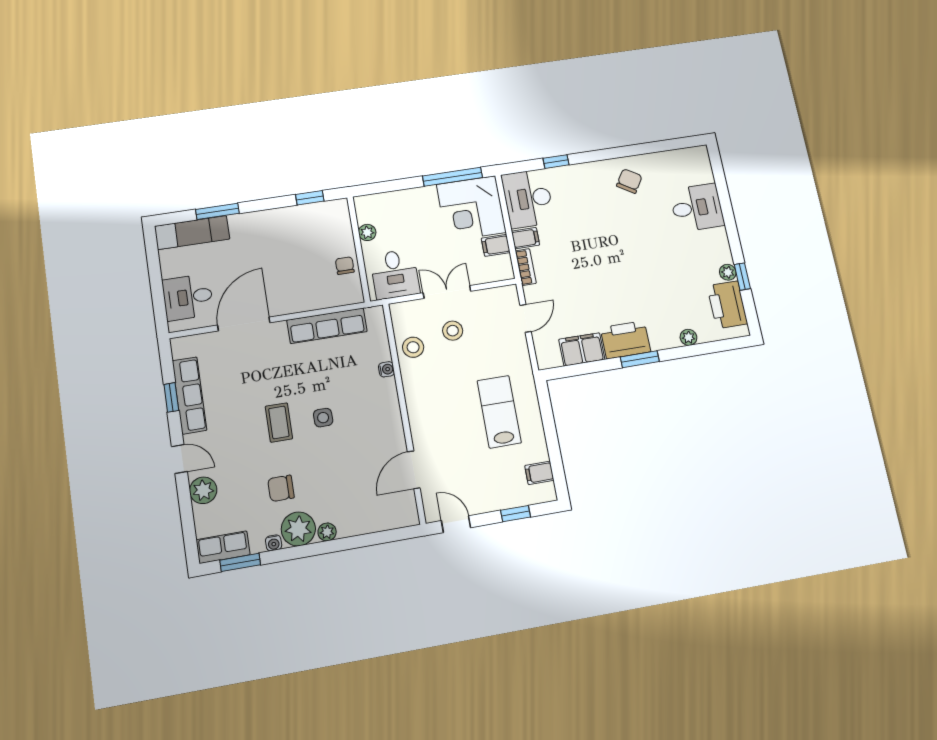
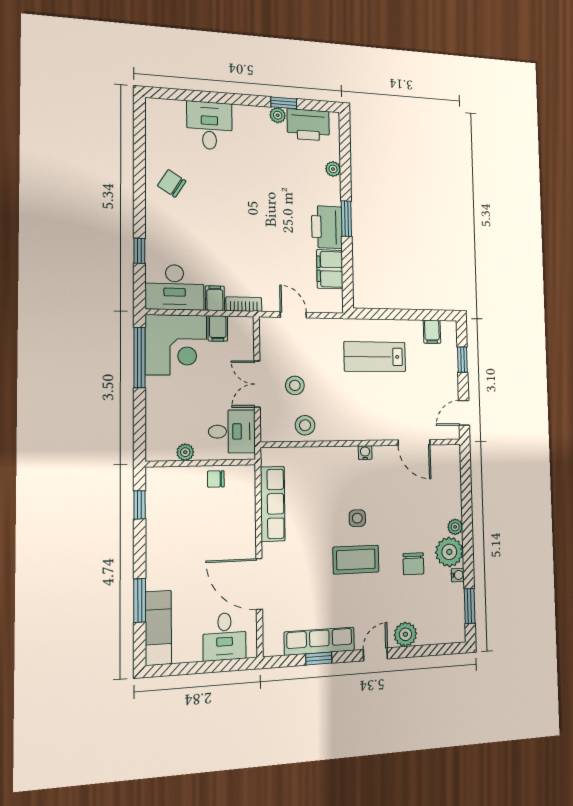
water cooler: (386, 369) -> (365, 453), moved
coffee table: (279, 422) -> (356, 560), width x1.36, depth x1.30
row of seats: (223, 547) -> (455, 620), removed

